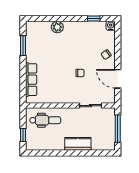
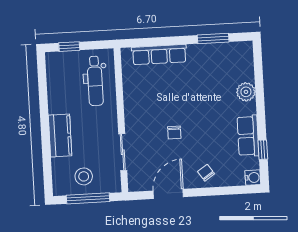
row of seats: (85, 27) -> (248, 136), added
stool: (104, 131) -> (84, 176), added

